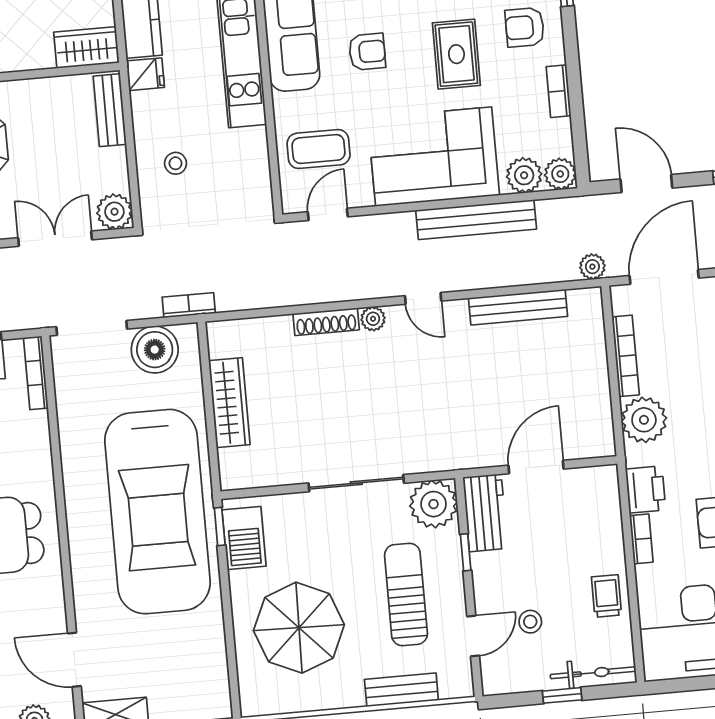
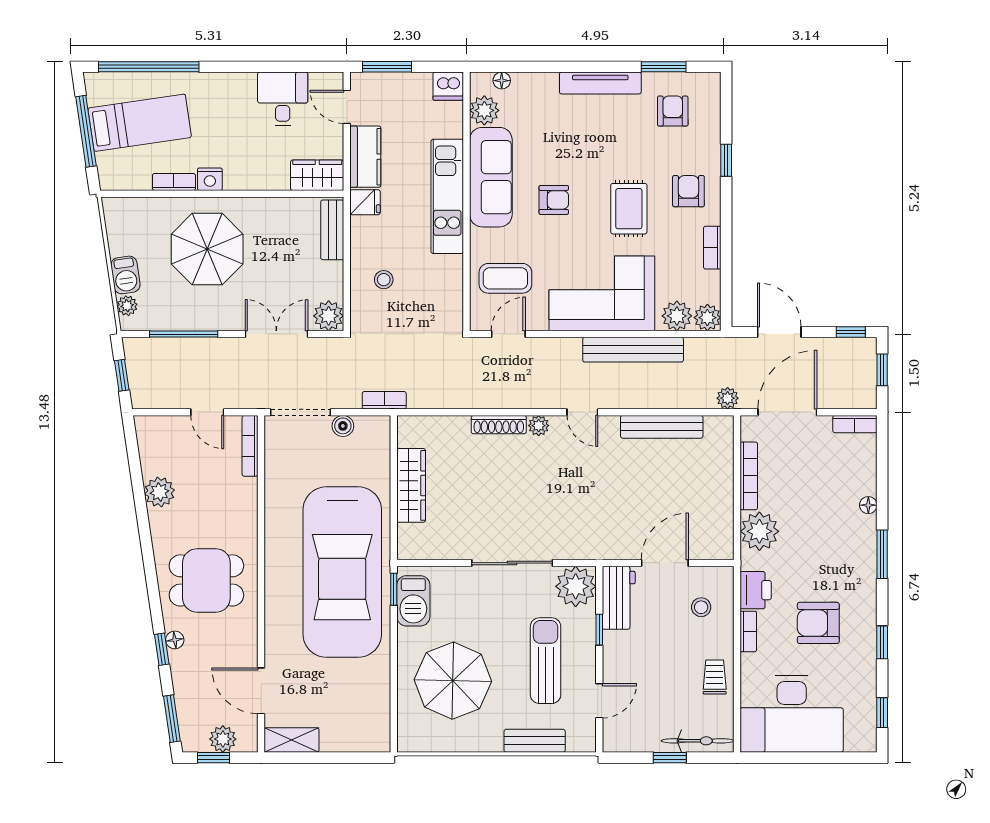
armchair: (525, 27) -> (688, 191), turned 90
boiler: (155, 350) -> (343, 426), width x0.54, depth x0.54
stool: (530, 622) -> (701, 607), moved

